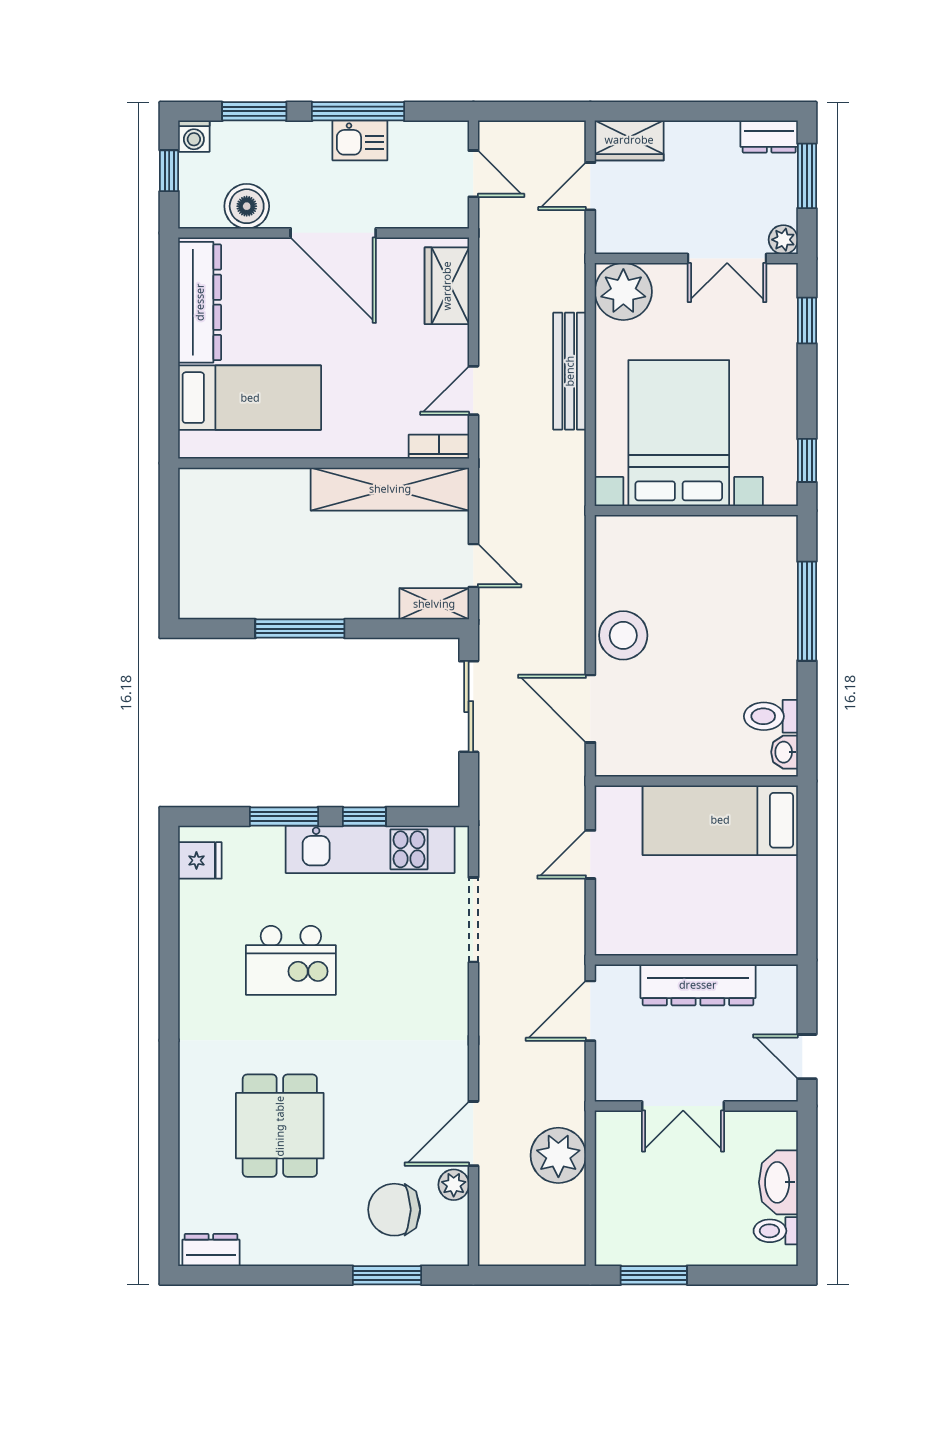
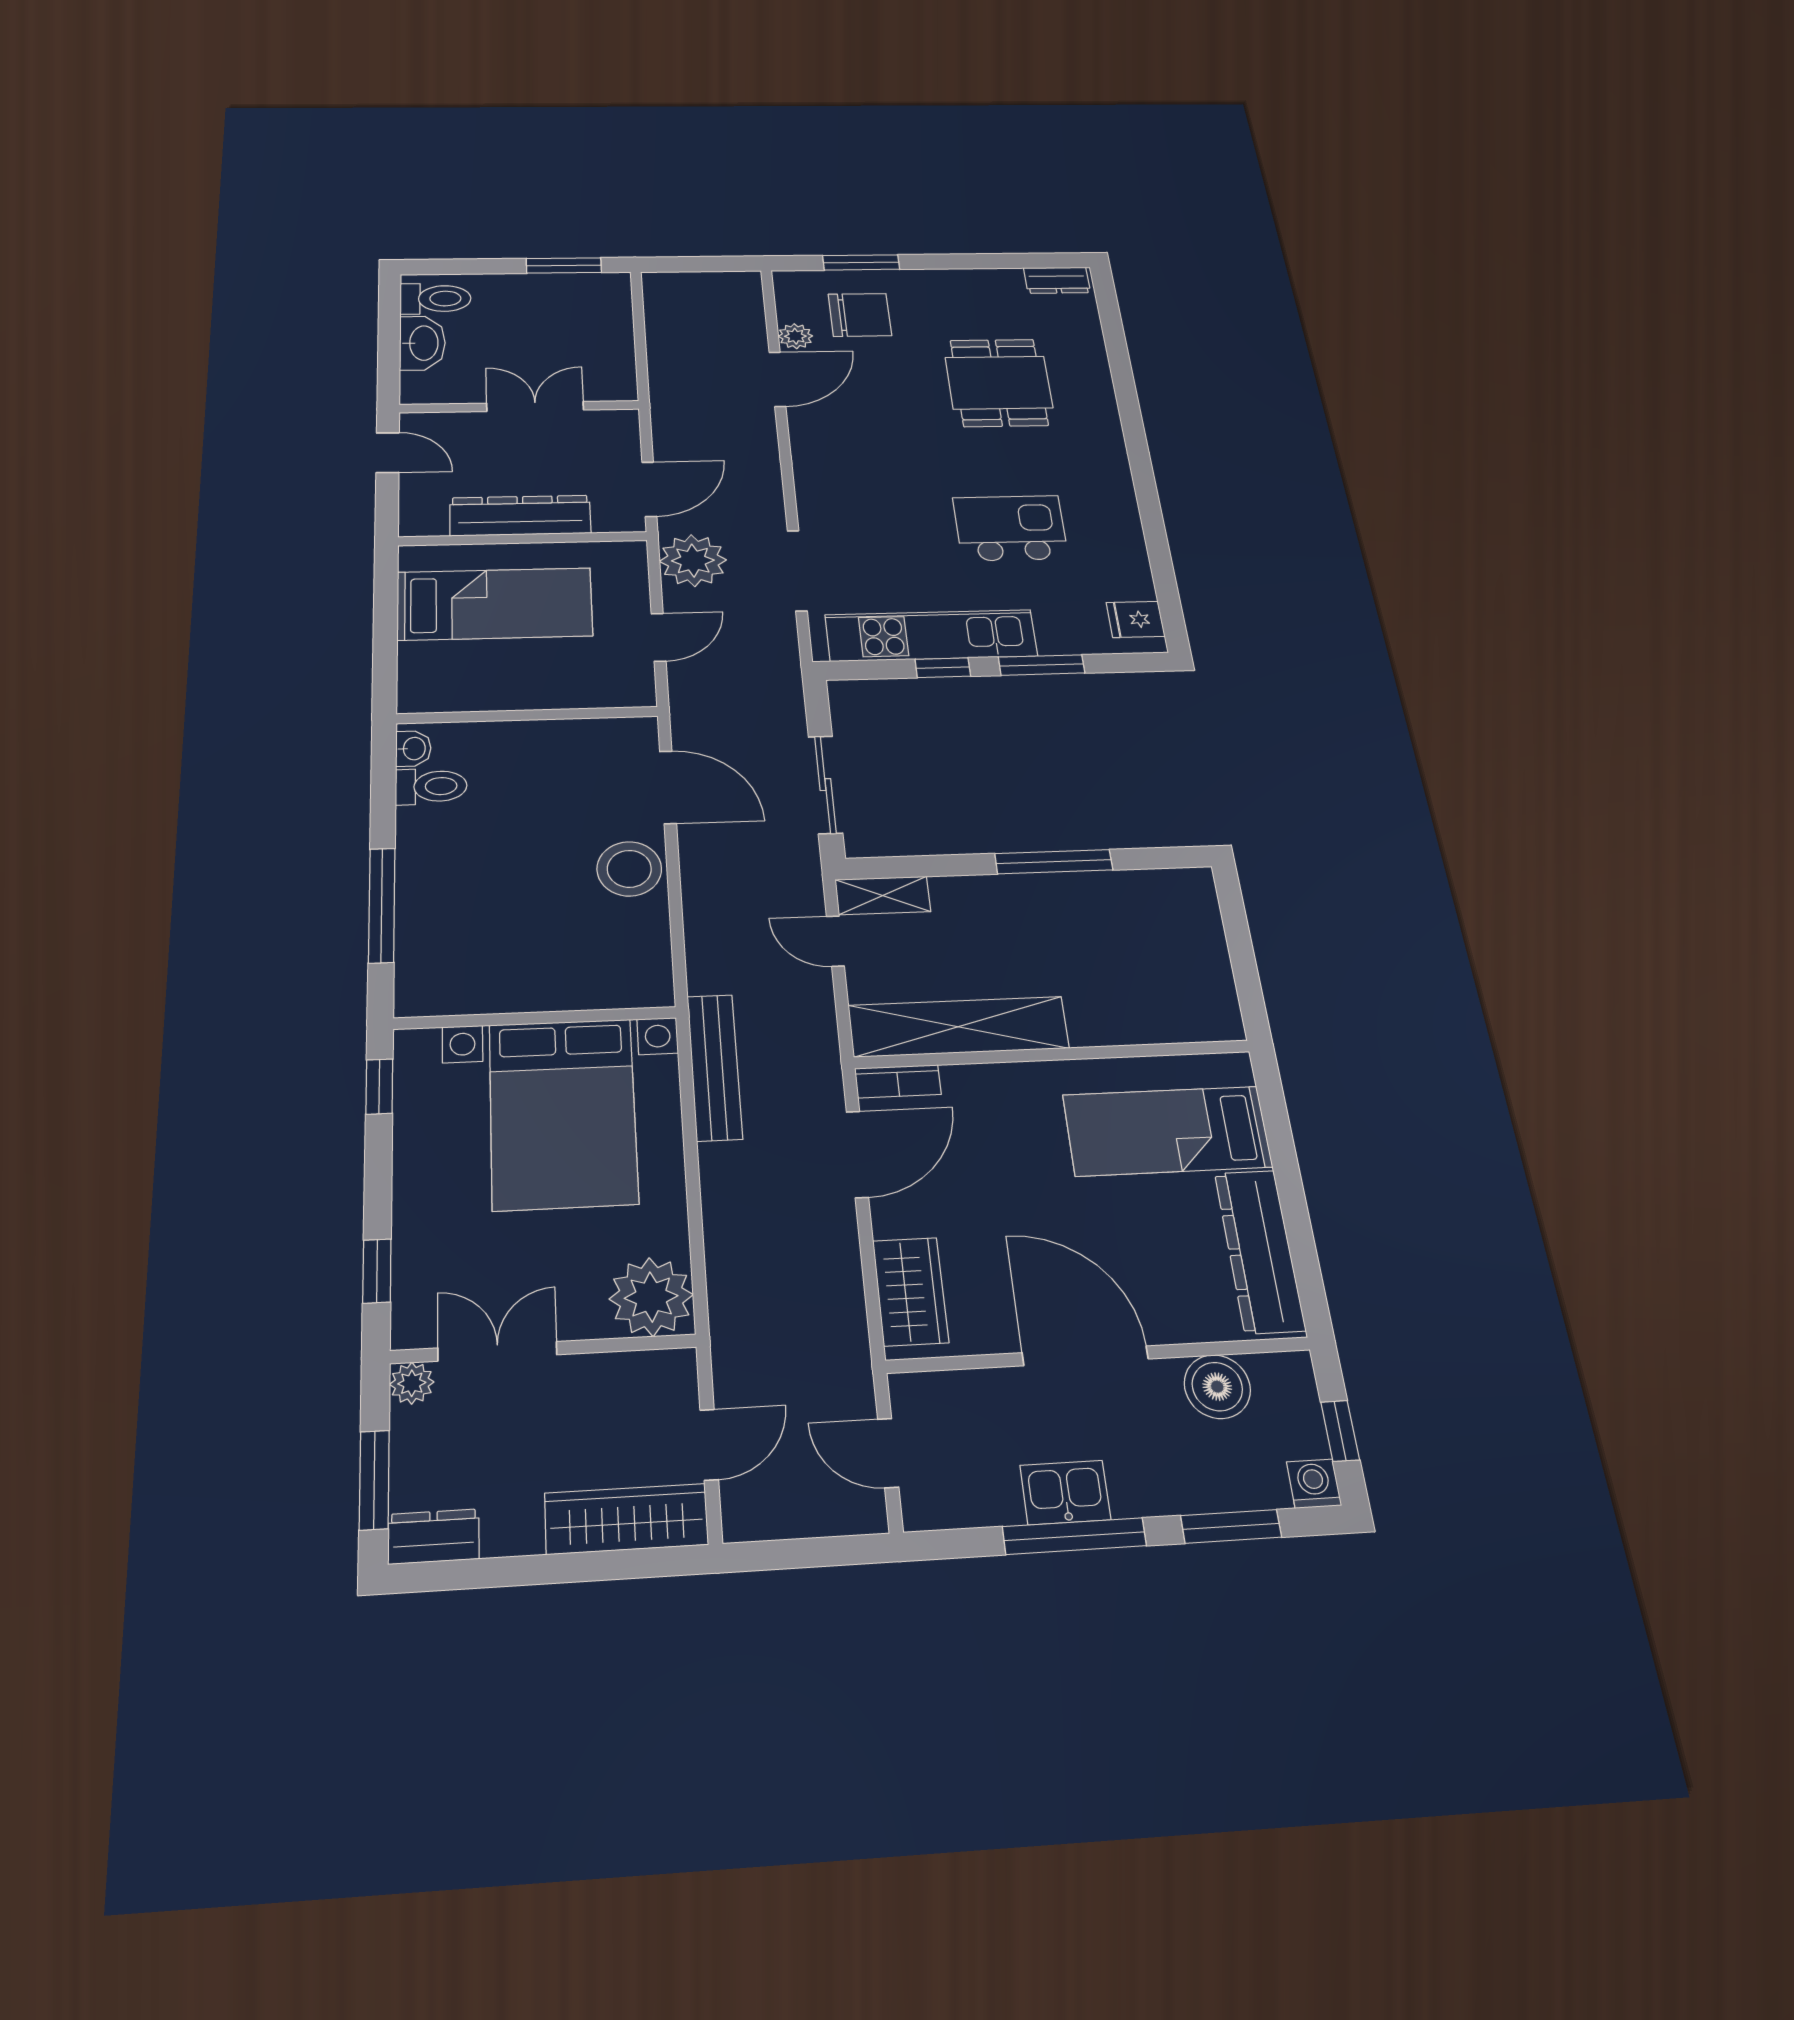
wardrobe: (629, 140) -> (626, 1519), width x1.50
bench: (570, 371) -> (715, 1067), moved
door: (473, 391) -> (857, 1154), width x1.38
bed: (720, 820) -> (495, 604), moved
plant: (558, 1155) -> (693, 561), moved
toilet: (776, 1231) -> (436, 299), width x1.37, depth x1.39

